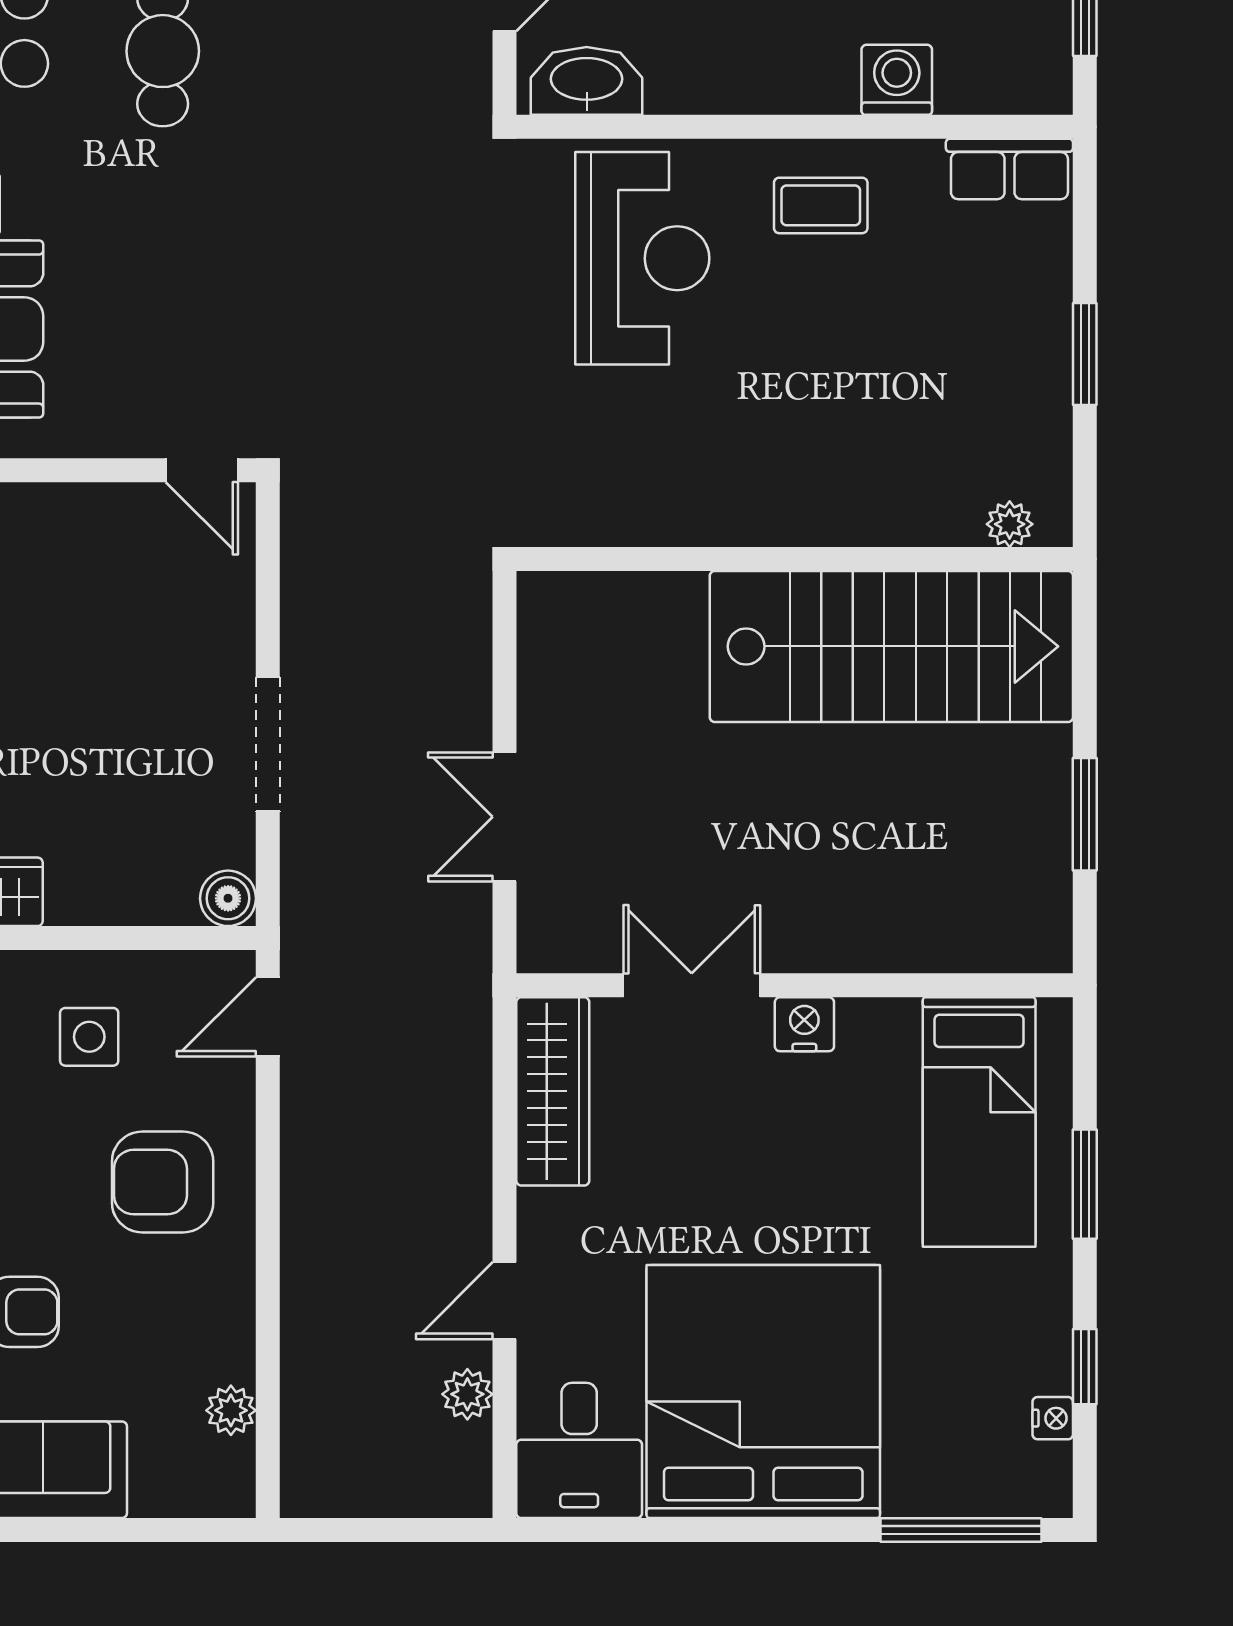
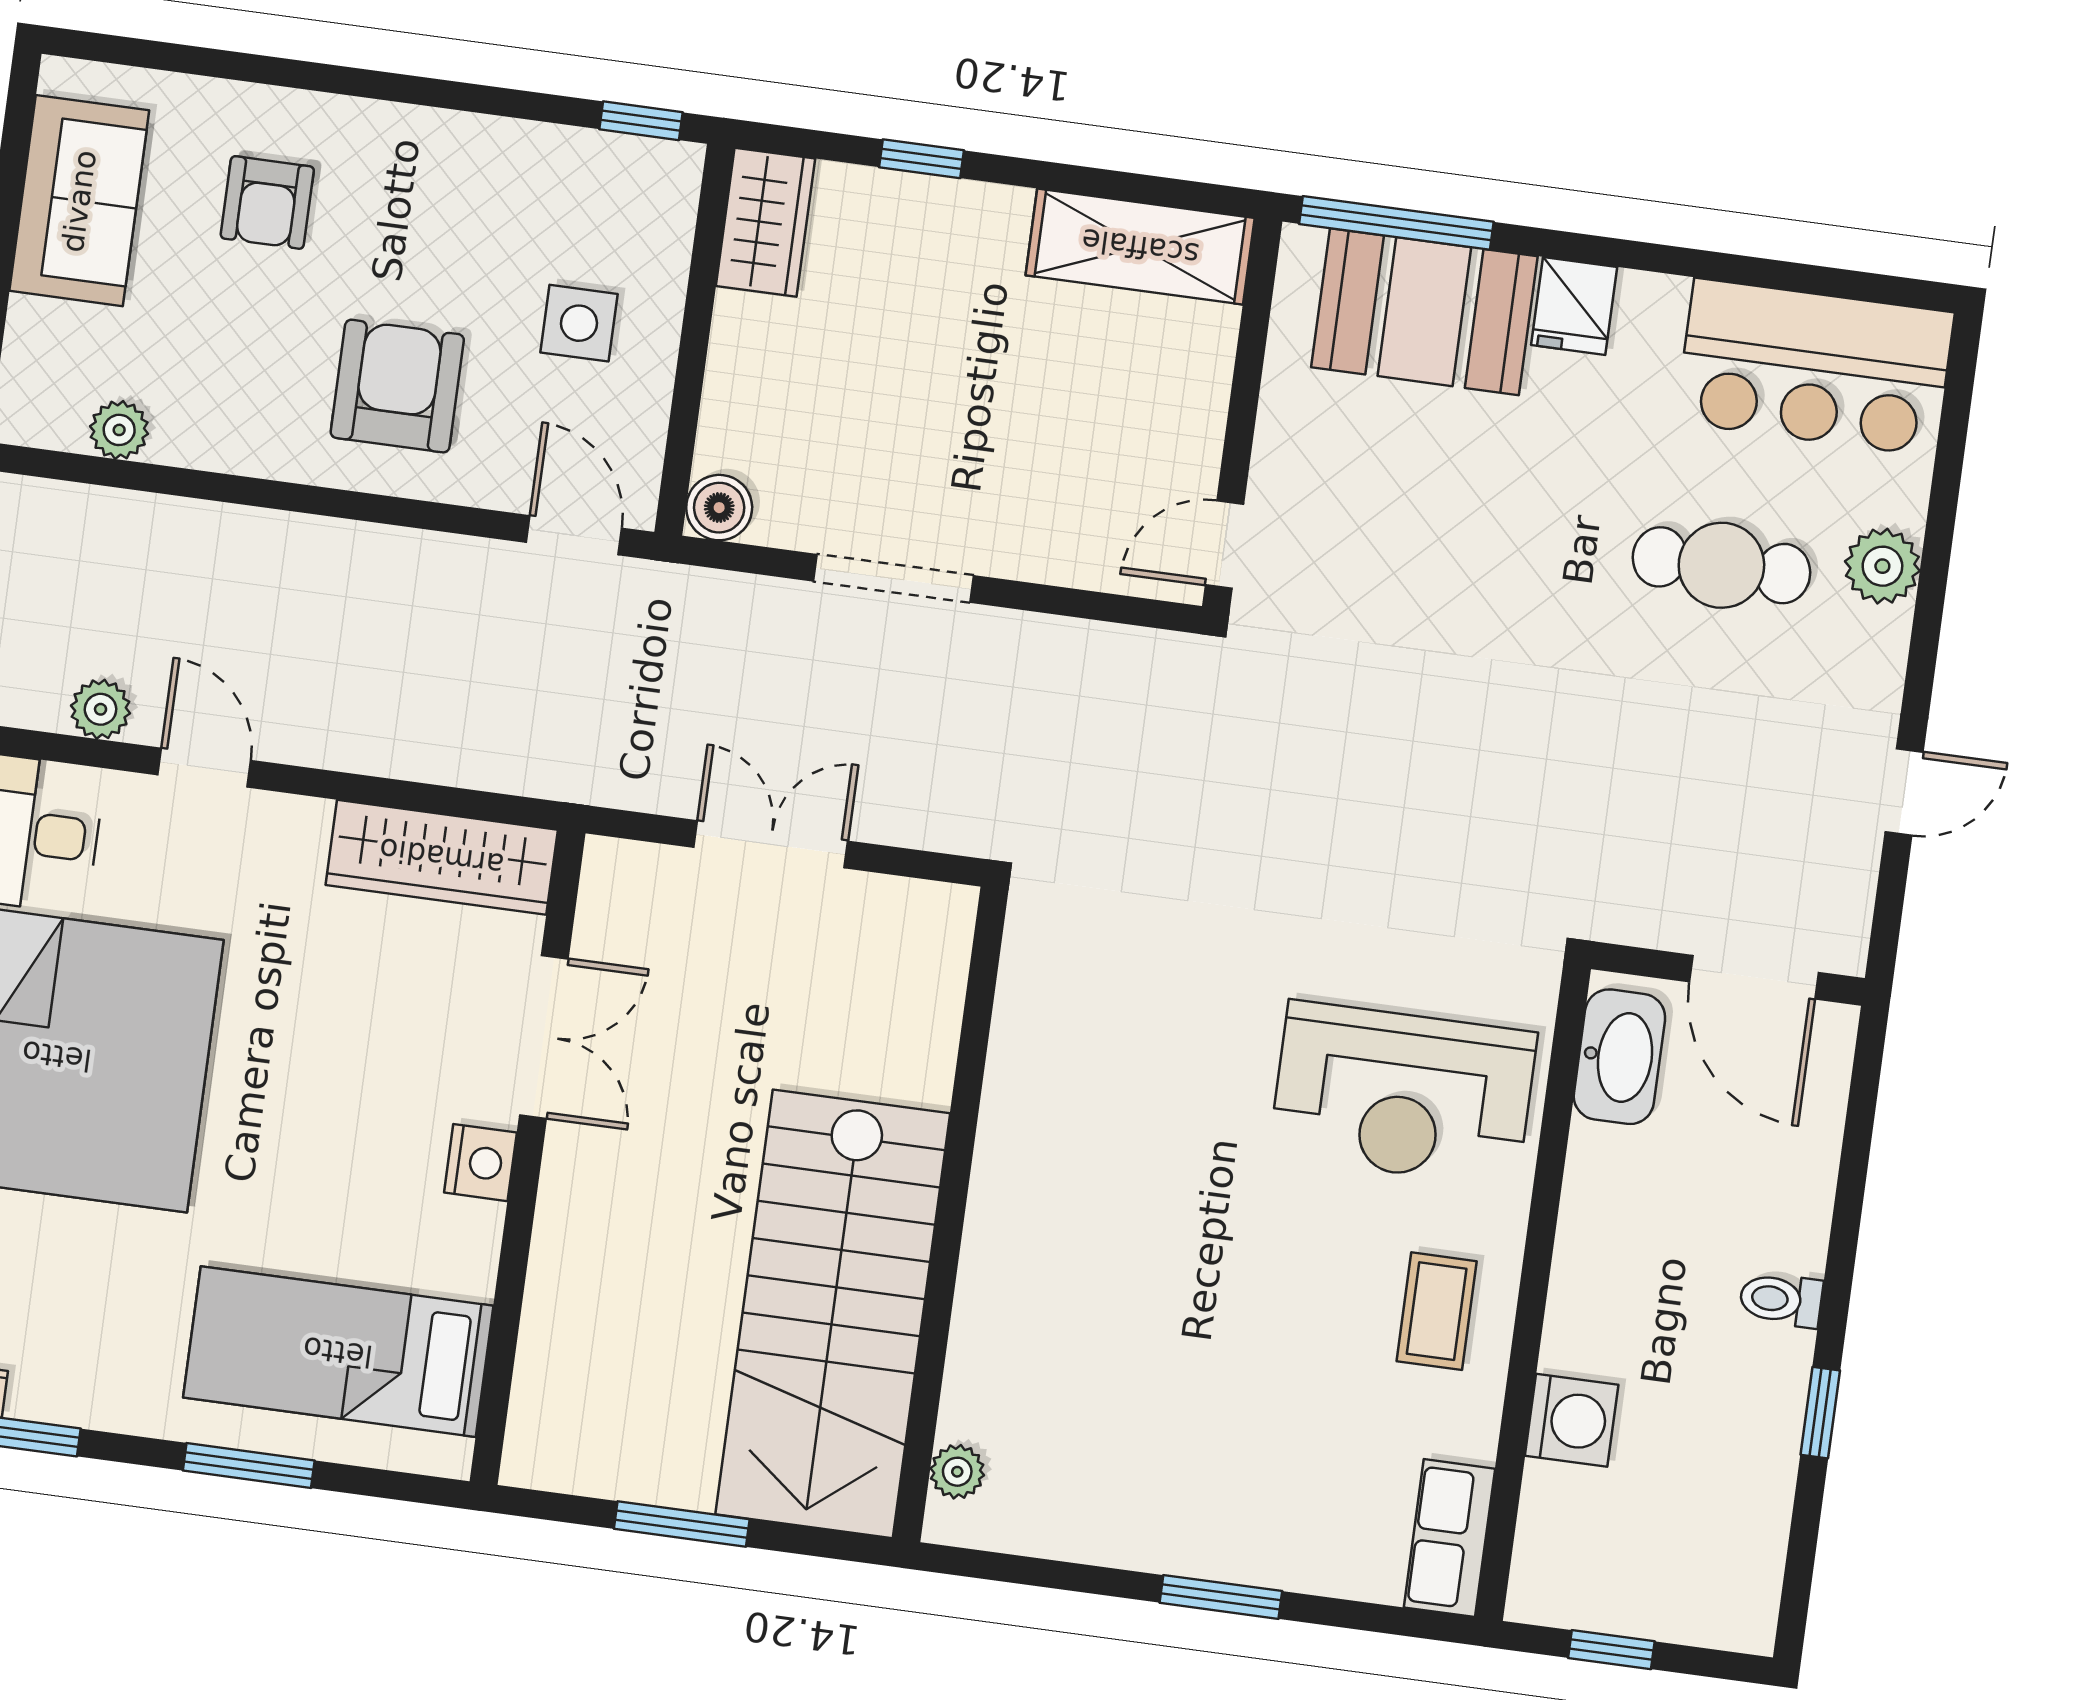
plant: (1010, 524) -> (957, 1472), moved
wall: (795, 559) -> (950, 1214), moved
stairs: (891, 646) -> (833, 1314), moved

